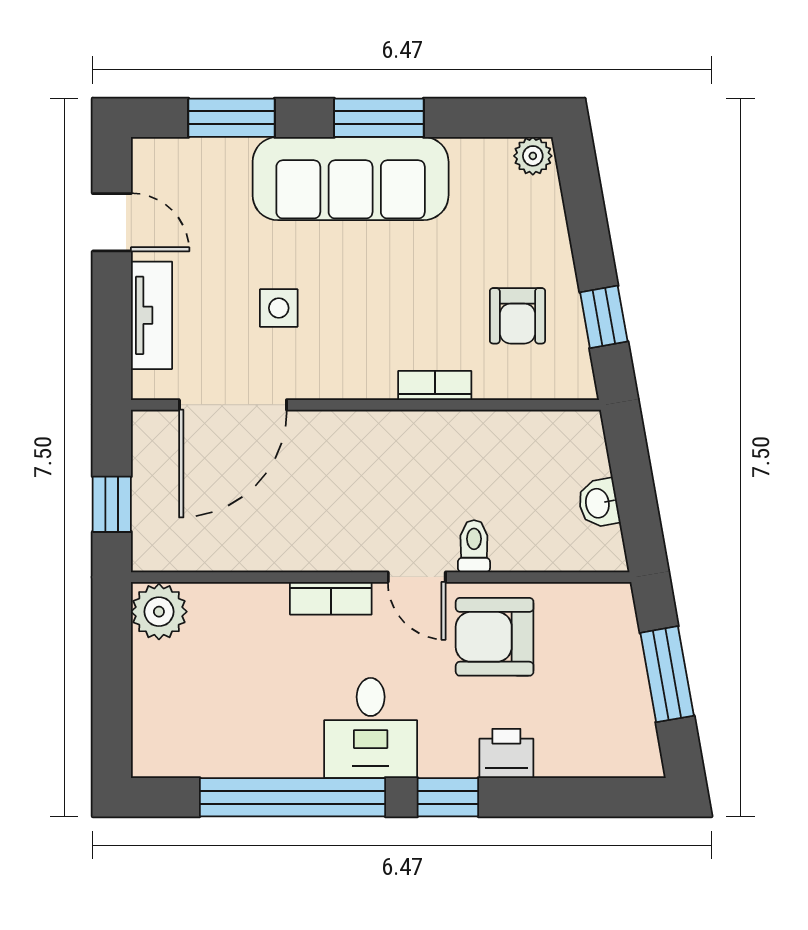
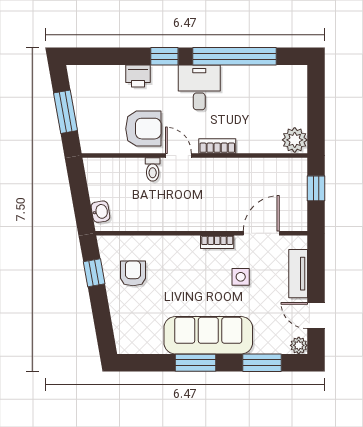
plant: (533, 156) -> (299, 345), moved
bookcase: (435, 385) -> (217, 242), moved
door: (233, 405) -> (261, 233), width x0.73
washbasin: (598, 503) -> (100, 212), moved

